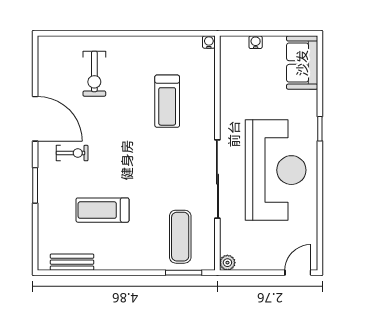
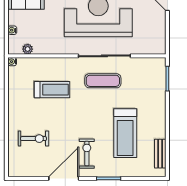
exercise bike: (72, 153) -> (87, 154), width x1.38, depth x1.39
treadmill: (102, 210) -> (125, 133), width x1.37, depth x1.38
exercise mat: (180, 237) -> (103, 81), moved
plant: (227, 263) -> (28, 49), moved

